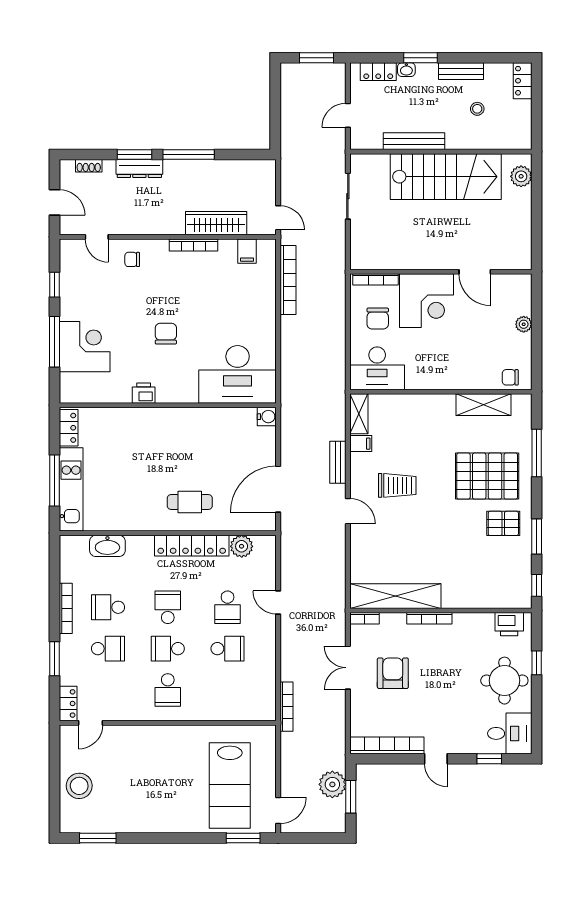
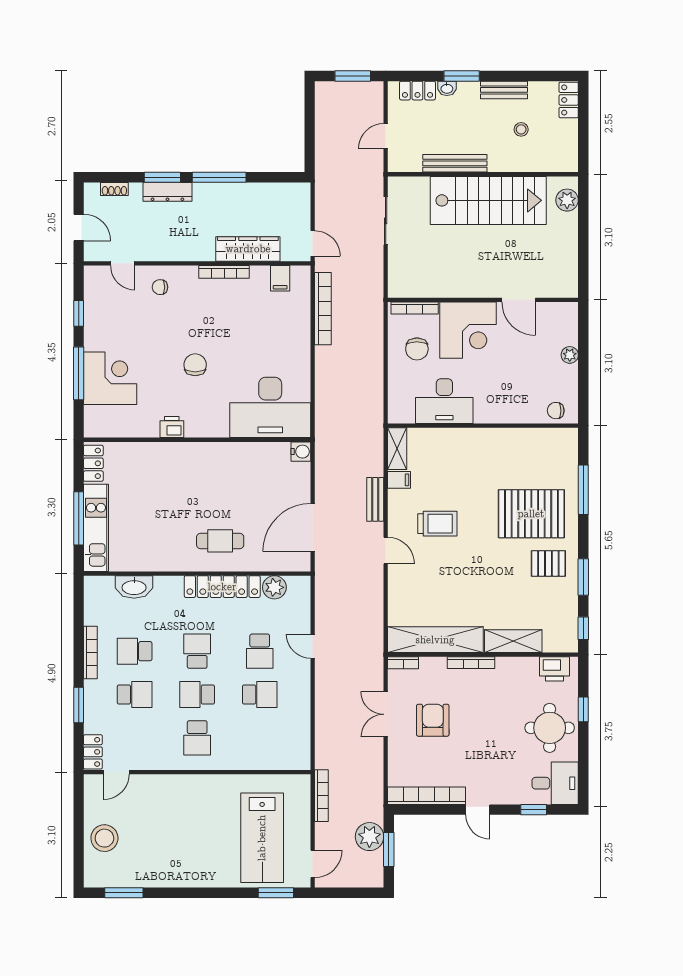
desk: (377, 368) -> (444, 401), moved
shelving: (483, 405) -> (513, 641), moved
bookcase: (286, 707) -> (321, 796), moved

